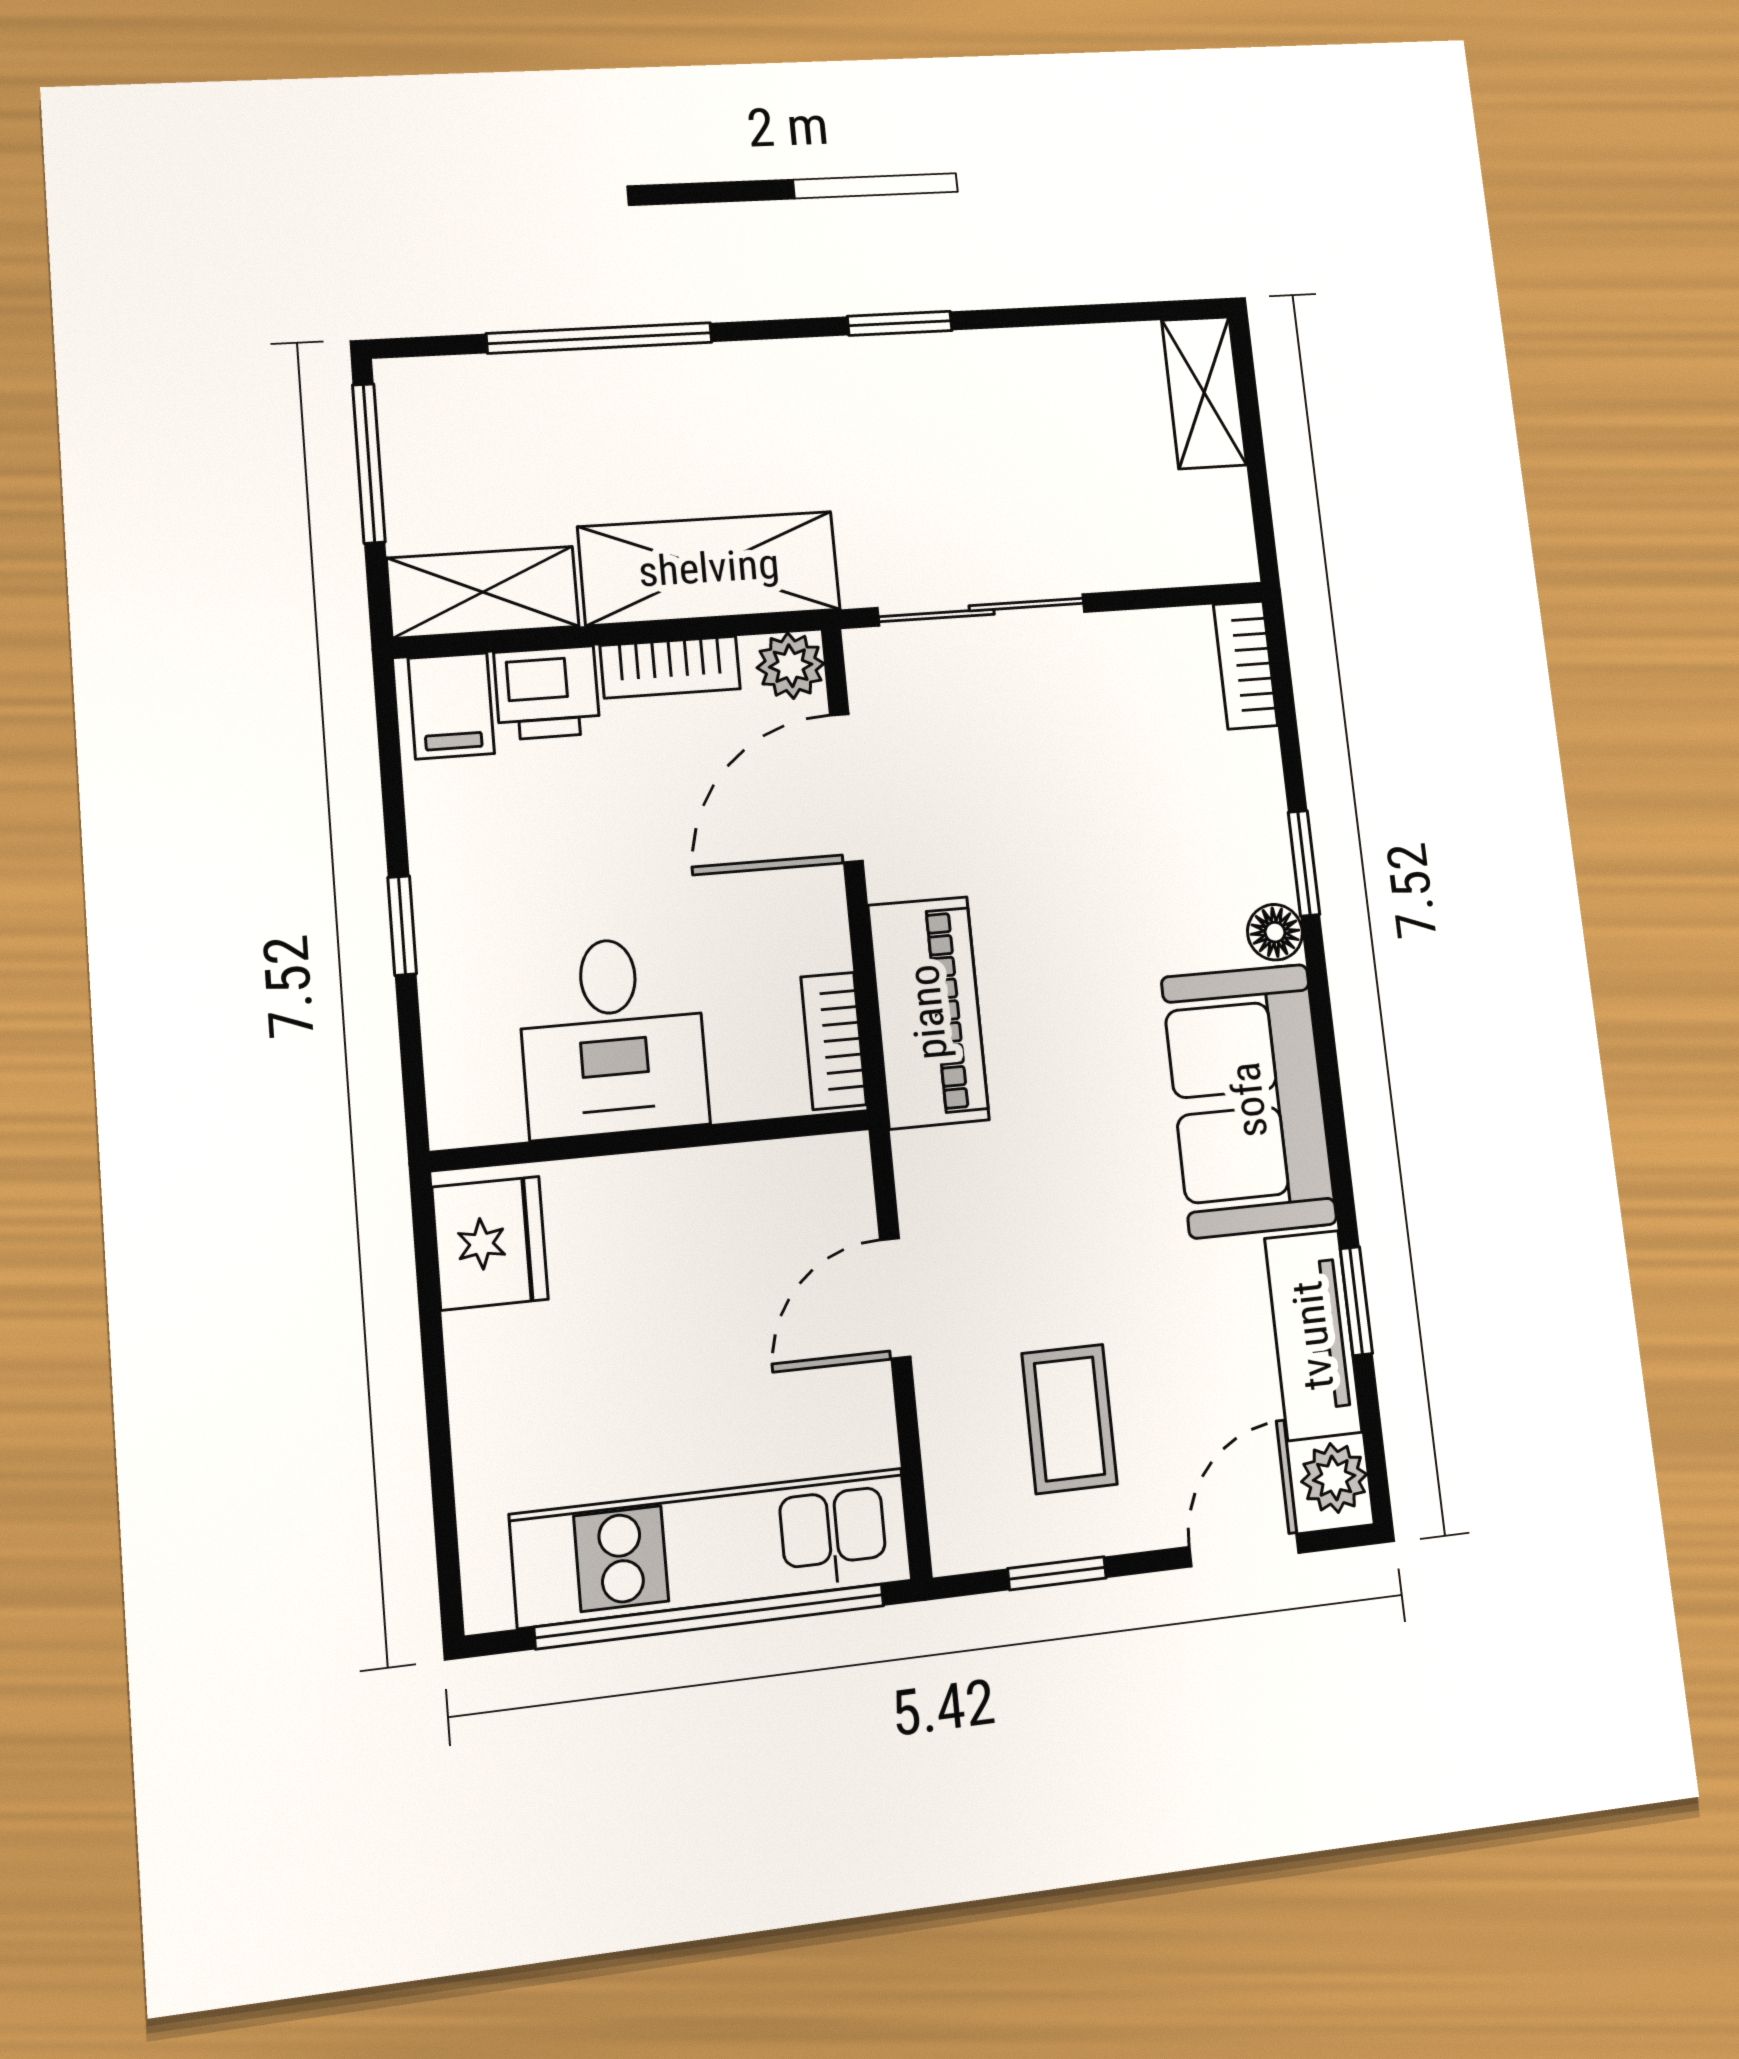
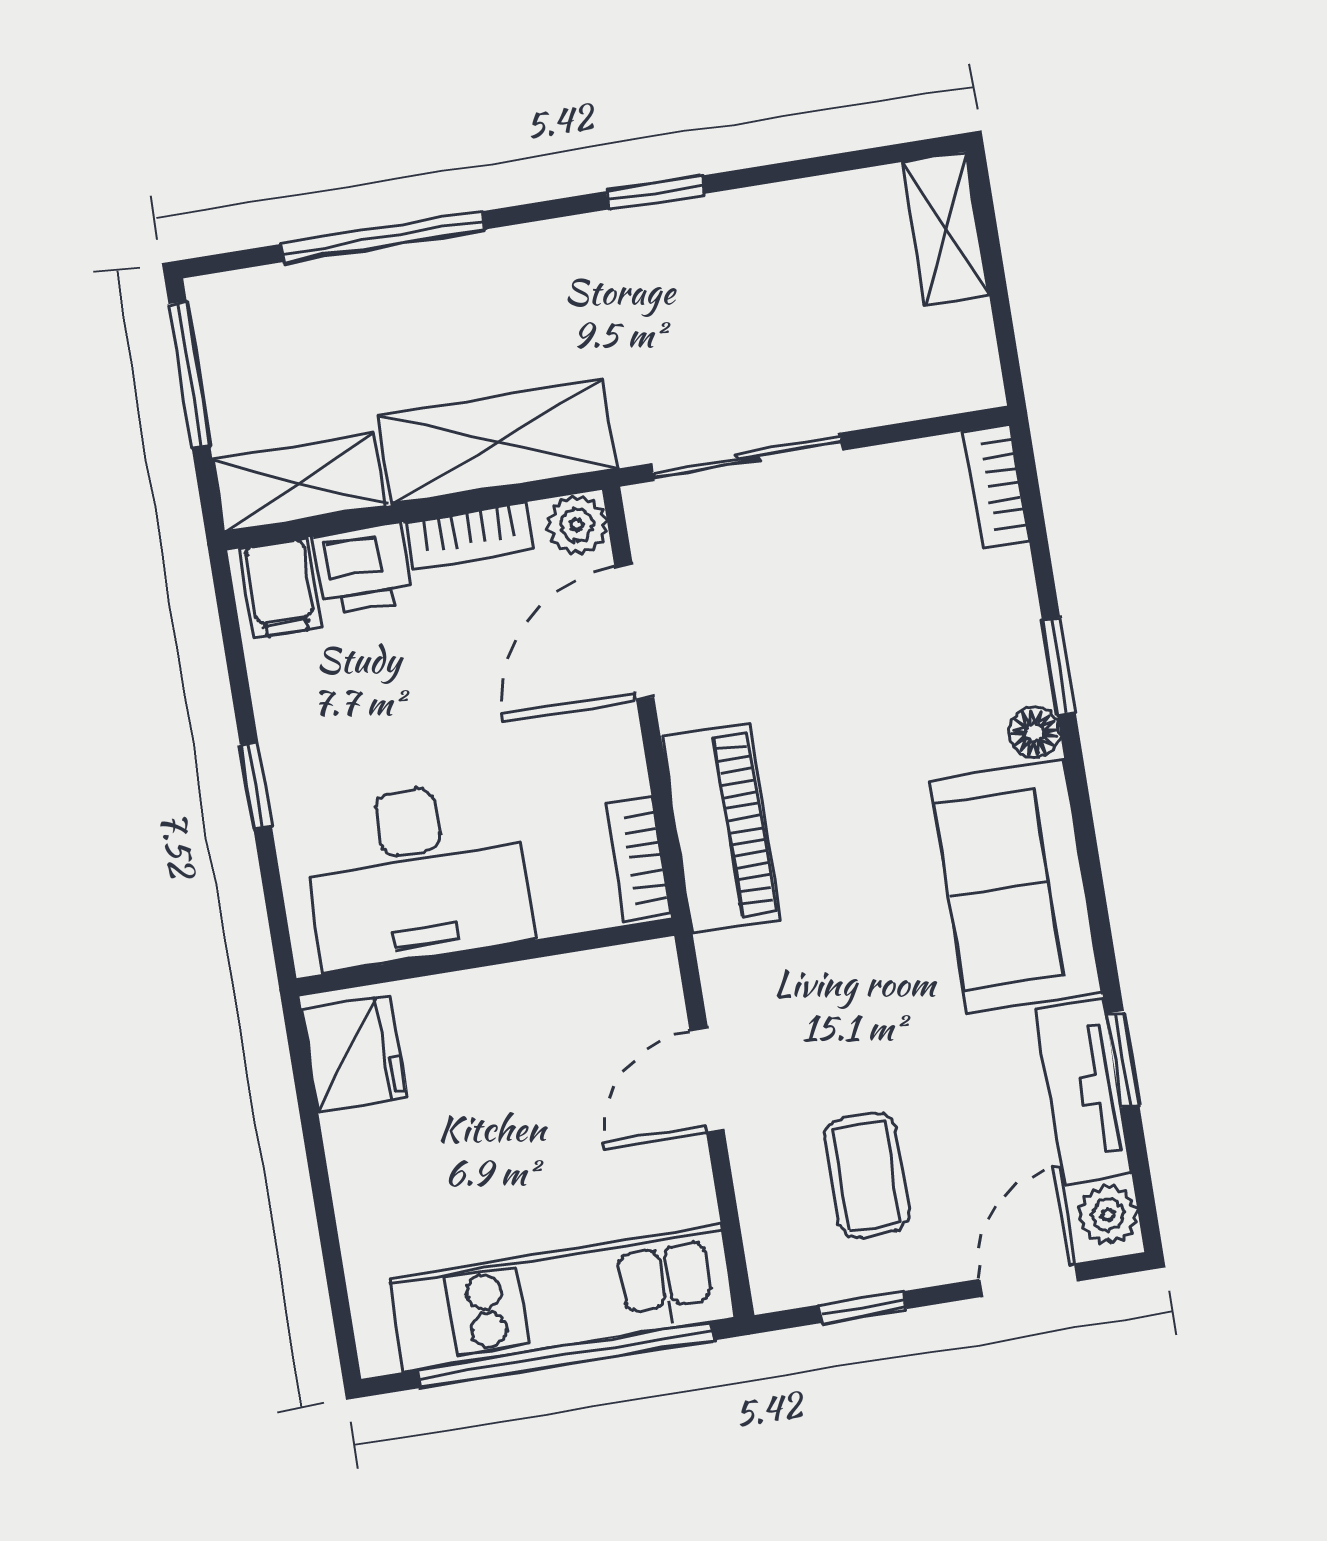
desk: (613, 1036) -> (416, 874), width x1.37

